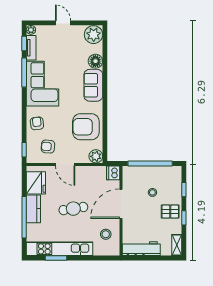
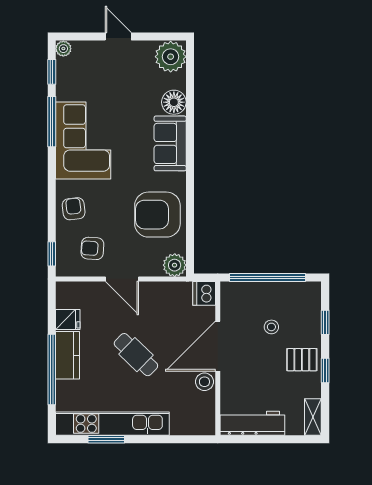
tv unit: (31, 48) -> (64, 79), removed
fridge: (36, 183) -> (68, 320), width x0.53, depth x0.75
cafe table: (73, 209) -> (136, 355), turned 53
stool: (106, 234) -> (204, 382), moved

